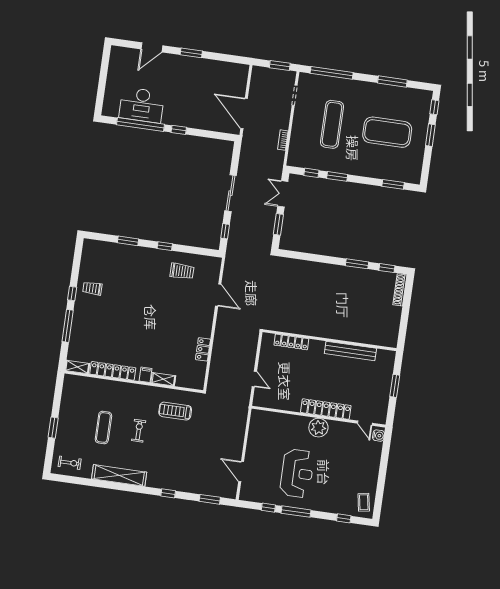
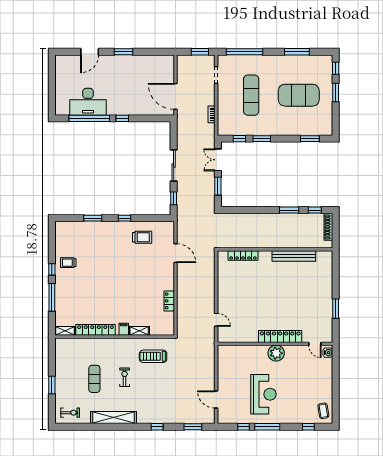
wall: (329, 340) -> (275, 249), moved
locker: (291, 342) -> (243, 256), moved
bench: (350, 351) -> (294, 256), moved

